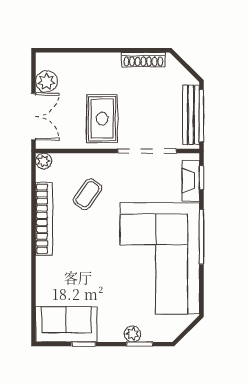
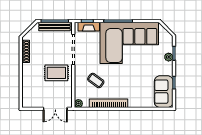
plant: (46, 81) -> (37, 102), removed
double door: (34, 117) -> (55, 109), swing flipped

